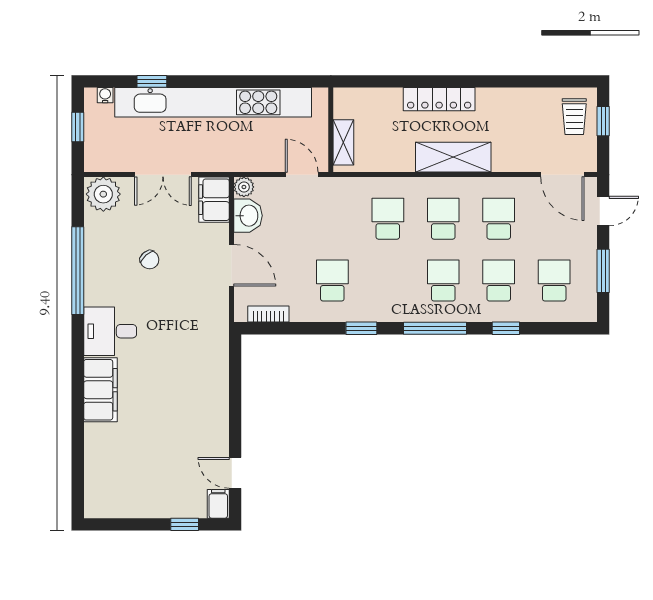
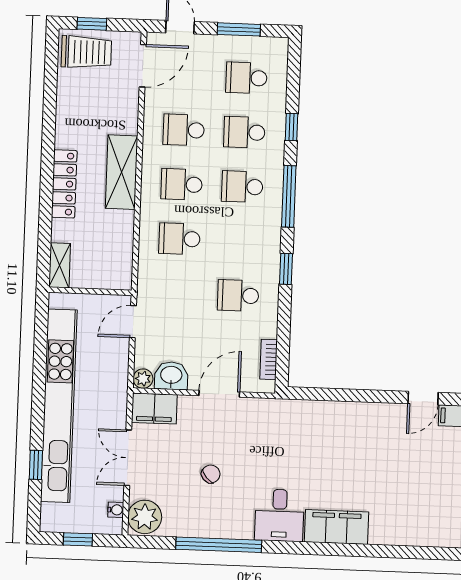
water cooler: (105, 95) -> (116, 510), moved, turned 180
trolley: (574, 117) -> (86, 52), width x1.36, depth x1.39
shelving: (343, 142) -> (60, 265), moved, turned 90
double door: (163, 175) -> (128, 458), swing flipped

